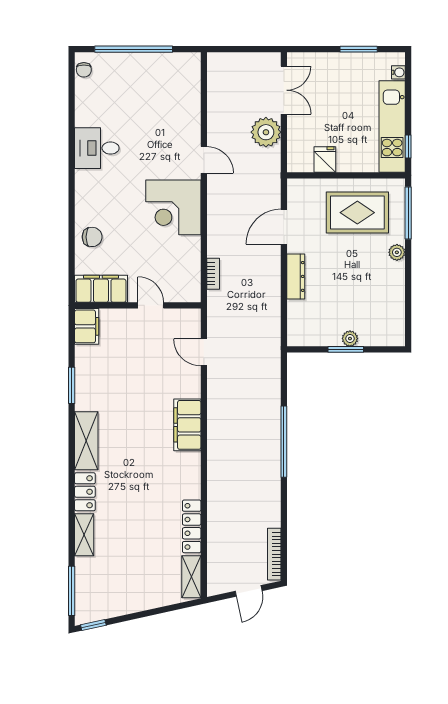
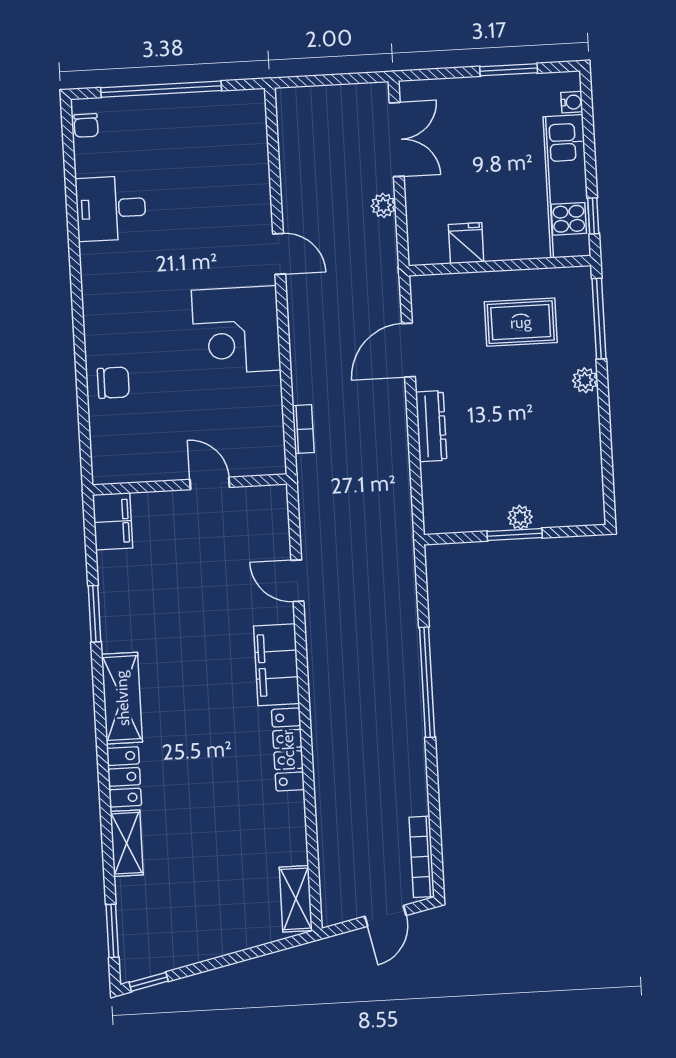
plant: (266, 132) -> (383, 205), width x0.53, depth x0.53
desk: (97, 148) -> (111, 208), moved
rug: (357, 213) -> (521, 322), width x0.73, depth x0.70
filing cabinet: (101, 289) -> (131, 462), removed
door: (204, 352) -> (297, 581), moved
locker: (192, 526) -> (288, 750), moved
window: (72, 591) -> (112, 931), width x0.69

